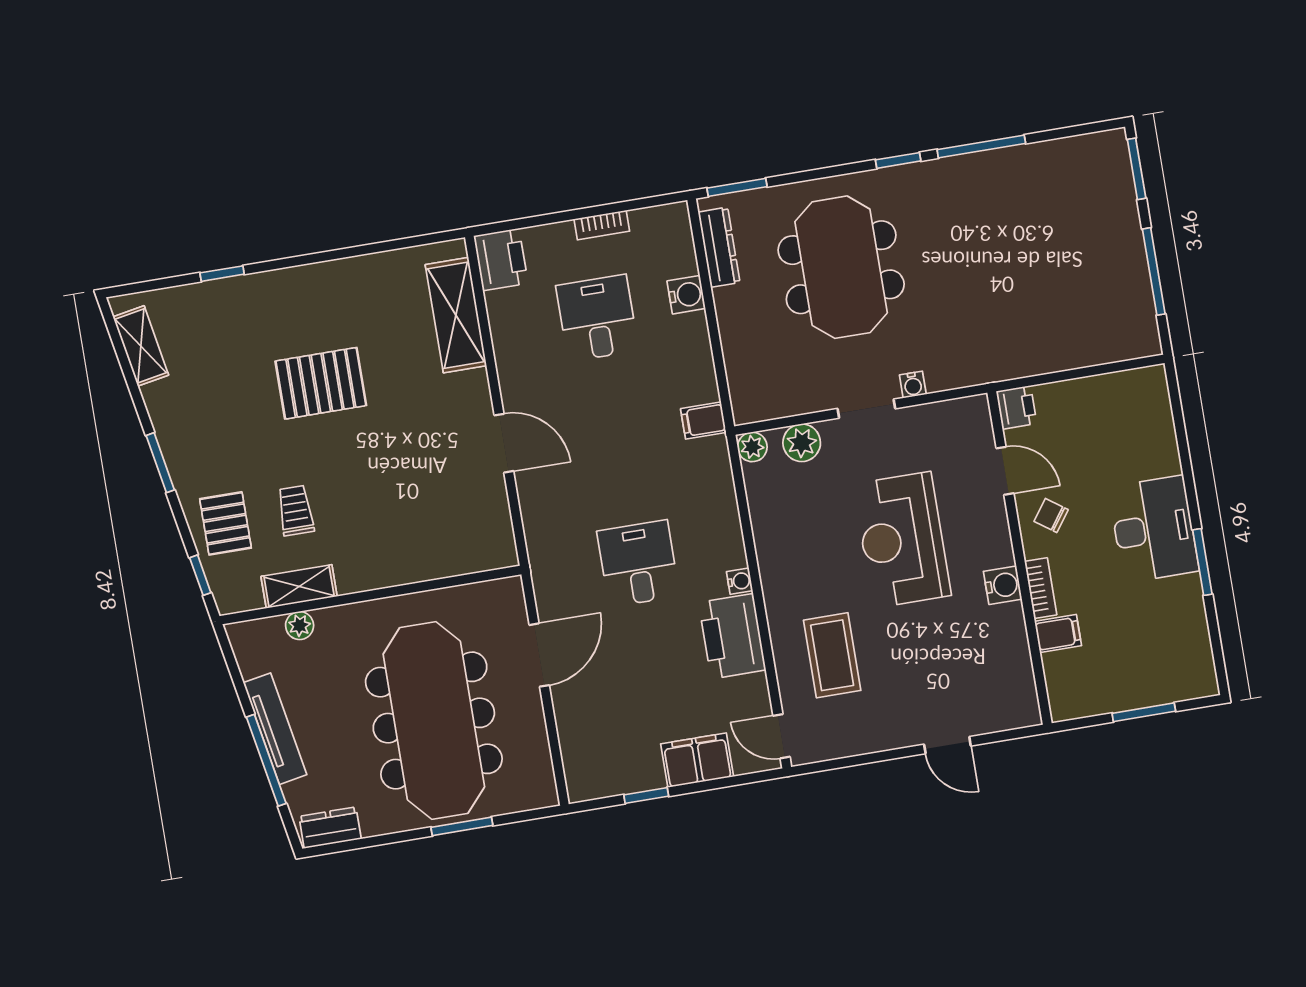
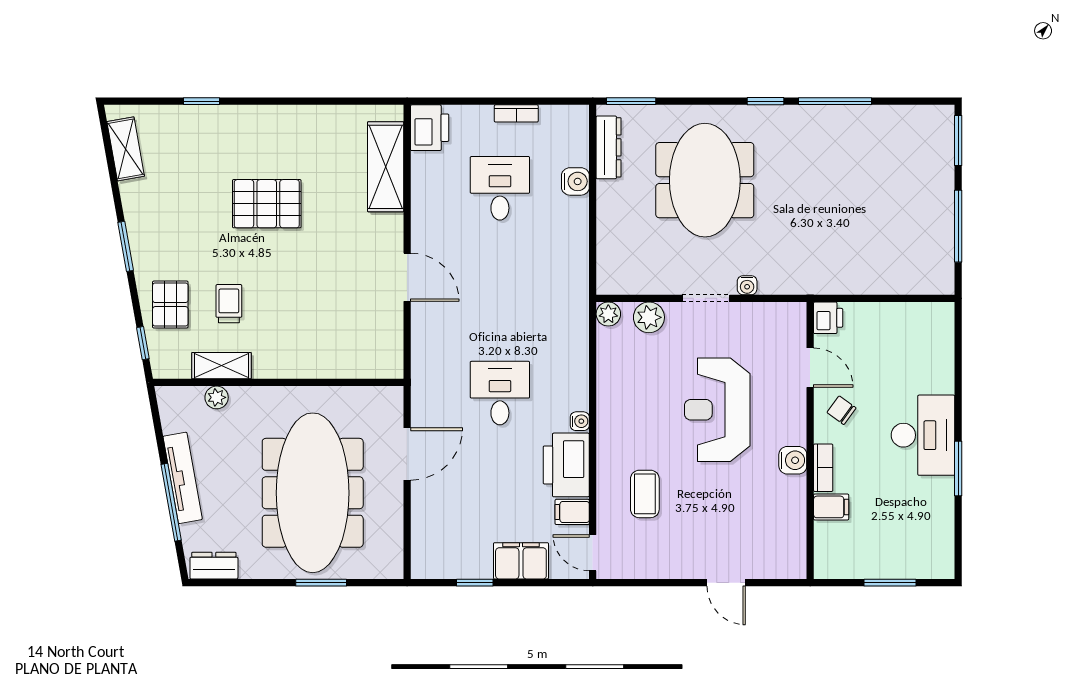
filing cabinet: (703, 421) -> (572, 512), moved
coffee table: (832, 655) -> (645, 494), width x0.73, depth x0.77

